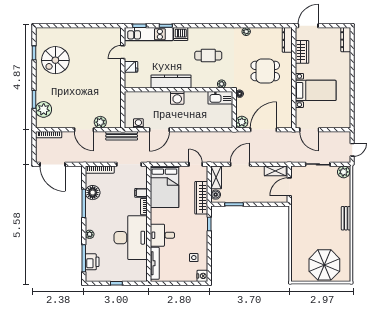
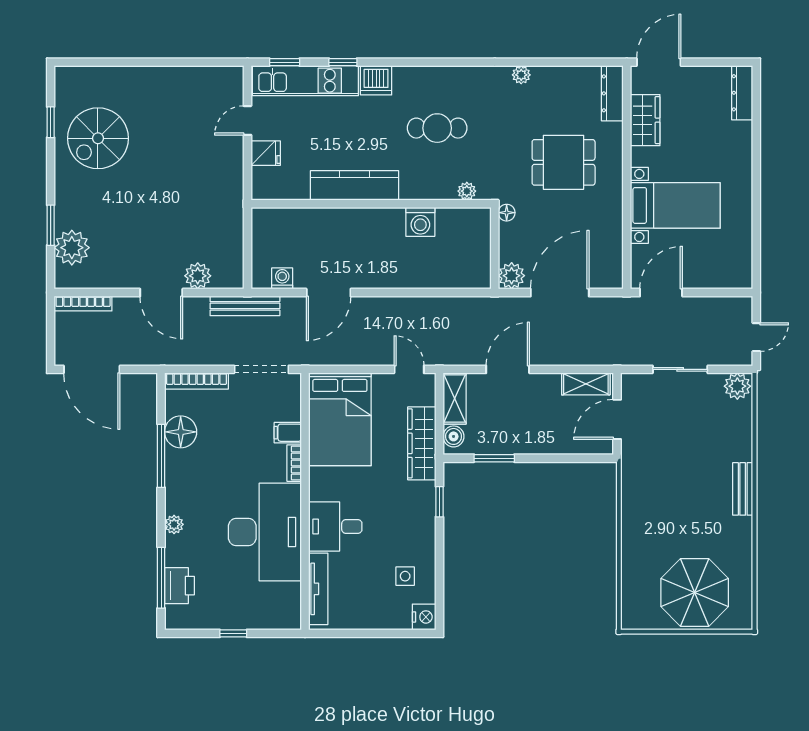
washing machine: (177, 98) -> (420, 222), moved
kitchen sink: (220, 98) -> (464, 222), removed
door: (309, 130) -> (661, 293), swing flipped

